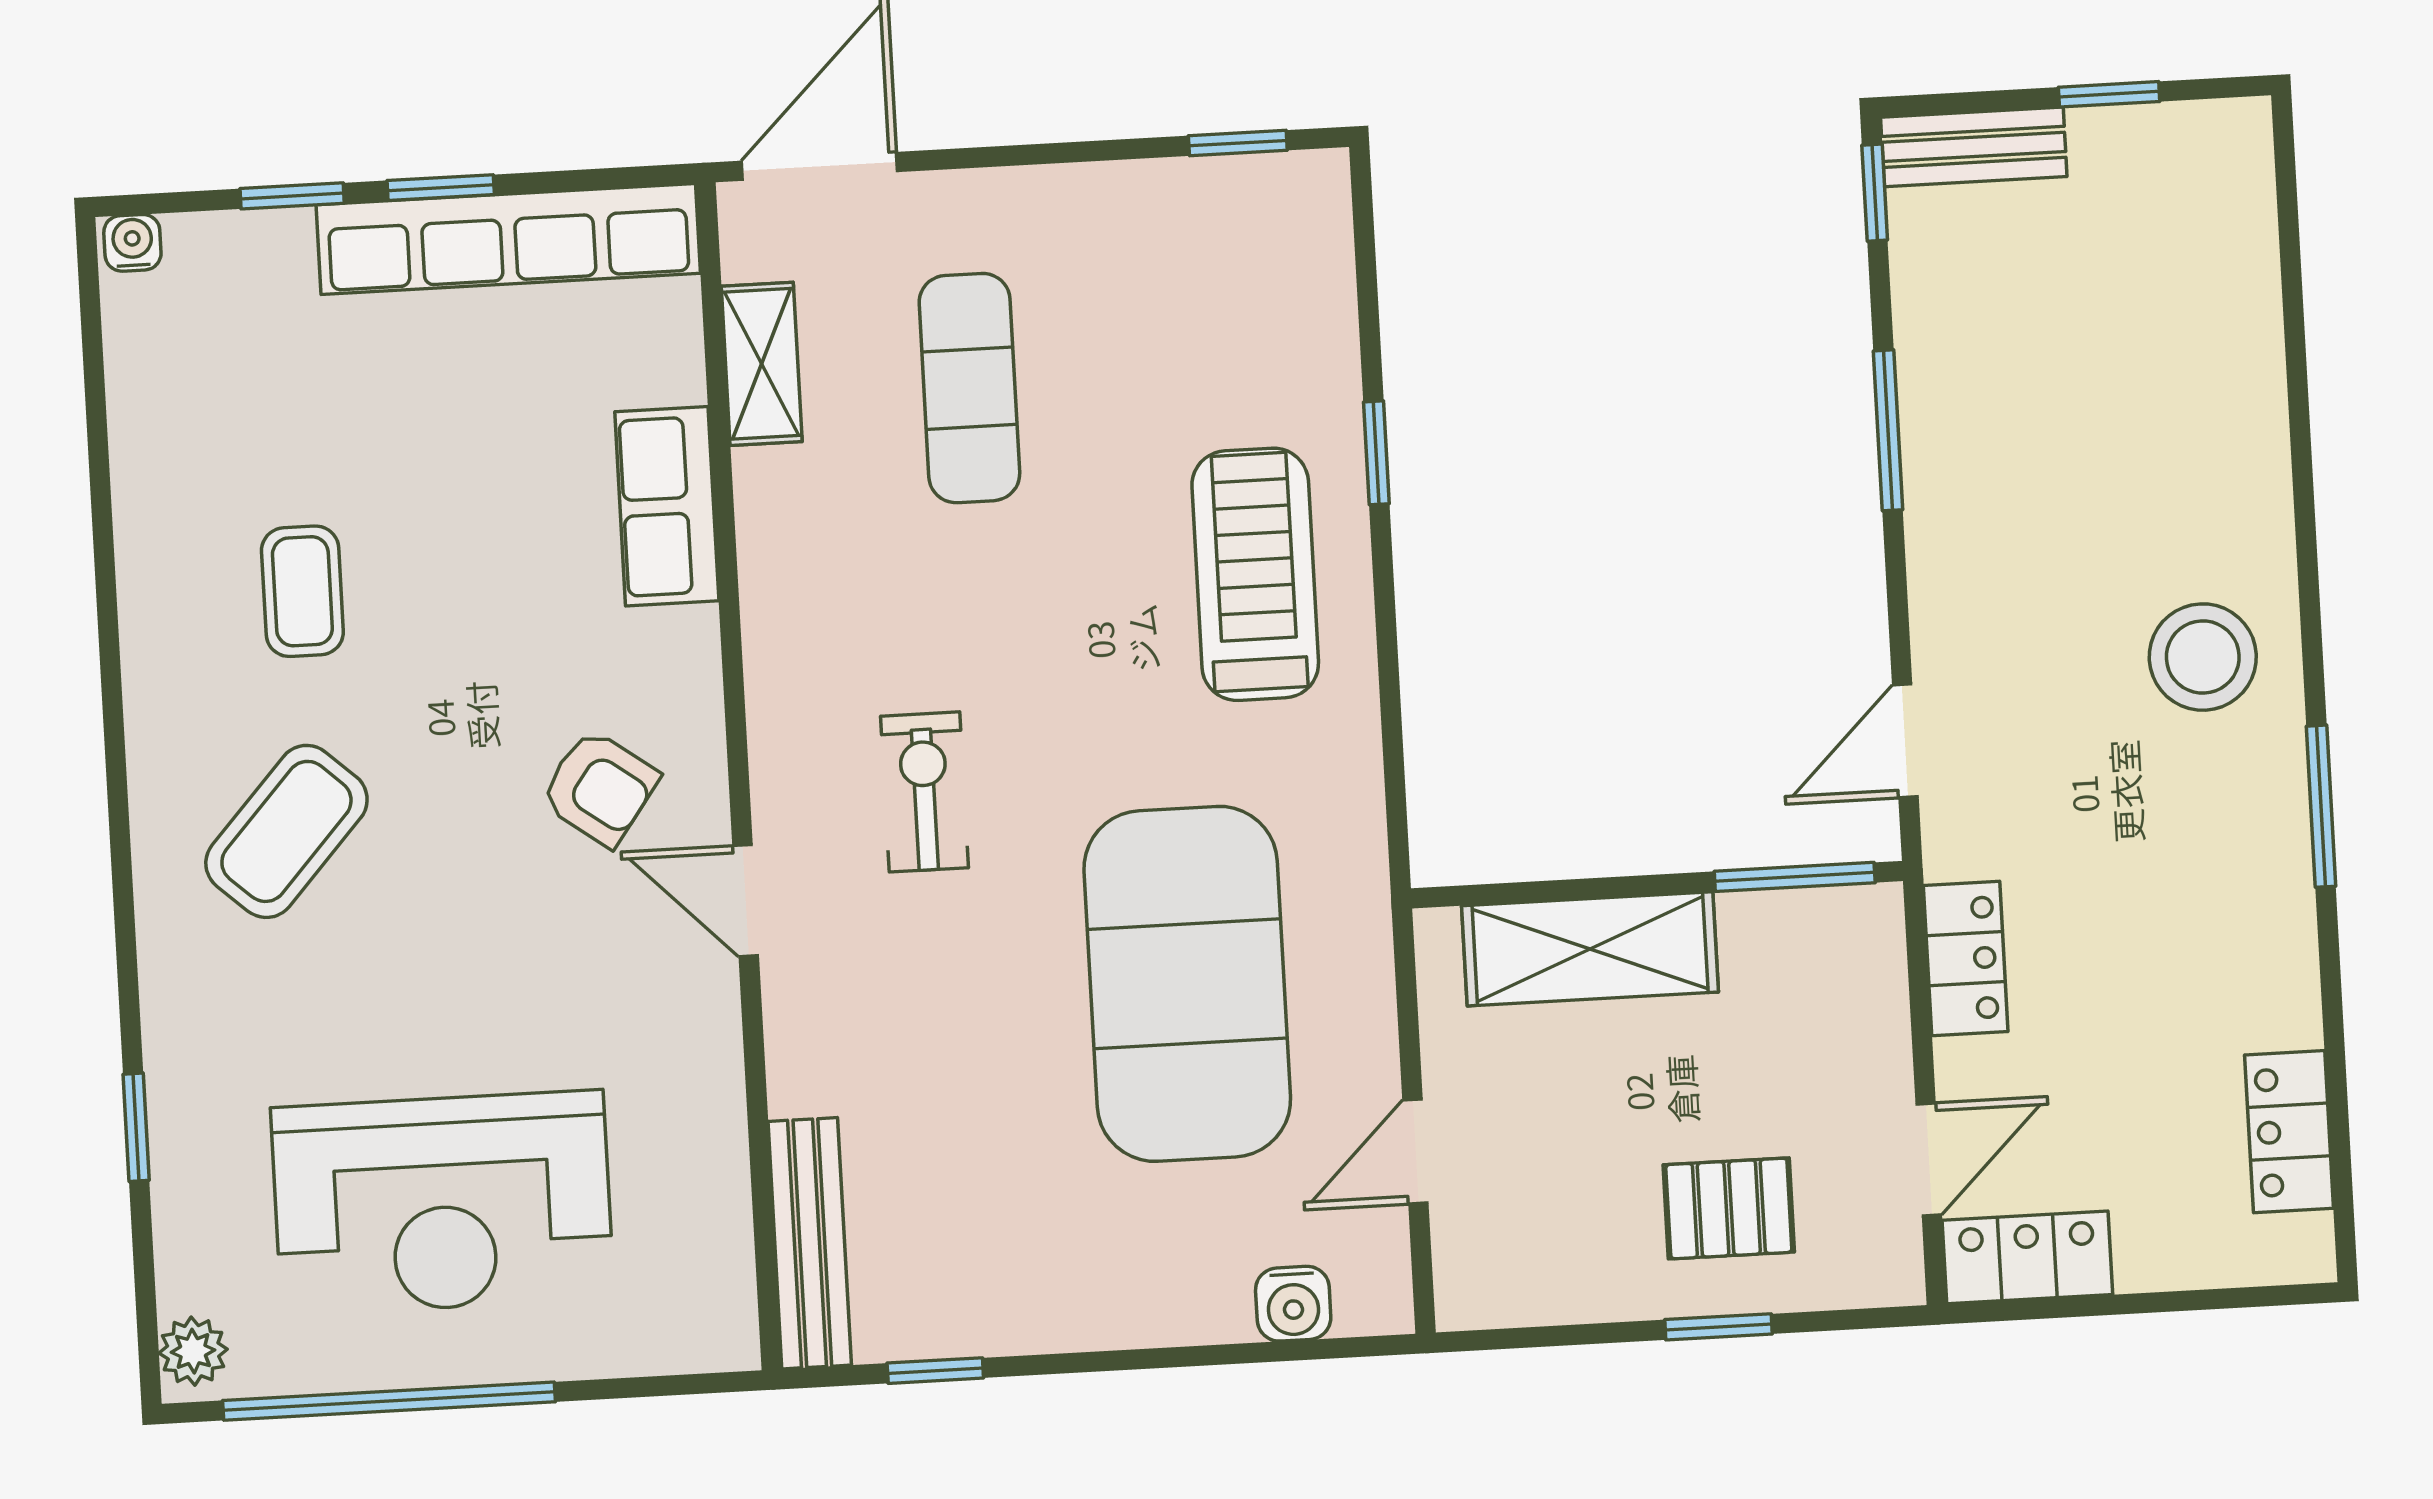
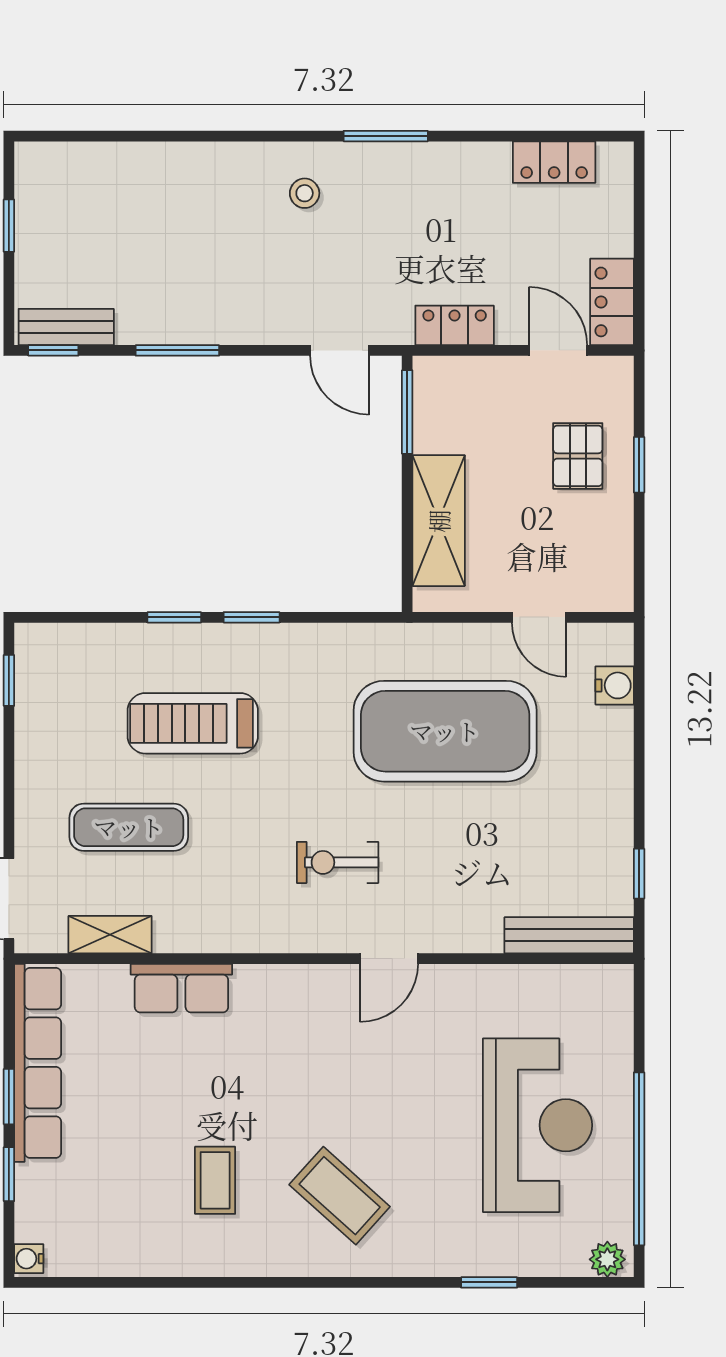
bench: (1974, 147) -> (66, 327), moved, turned 90
treadmill: (1255, 574) -> (193, 723), moved
coffee table: (302, 591) -> (215, 1180), turned 90
window: (1385, 601) -> (252, 617), added
stool: (2203, 657) -> (305, 193), width x0.53, depth x0.53
armchair: (599, 788) -> (326, 1031), removed

